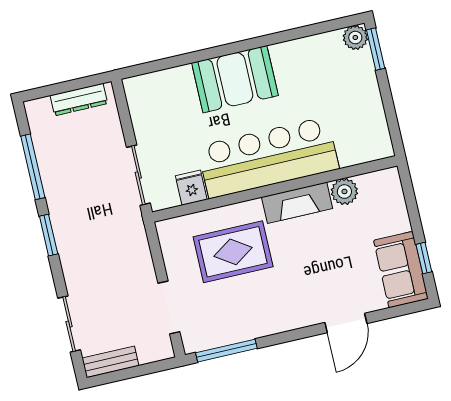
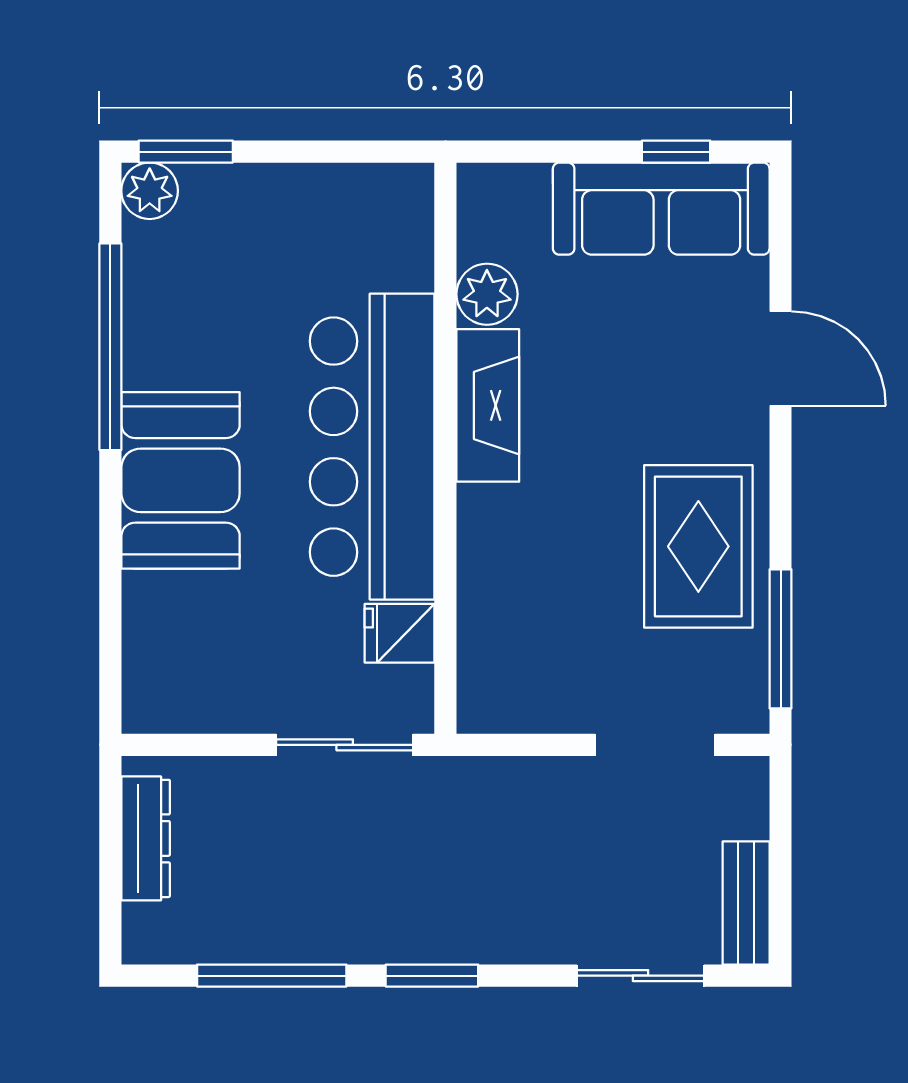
window: (285, 36) -> (110, 347), added
rug: (233, 252) -> (698, 546), moved
sofa: (401, 270) -> (661, 209), width x1.36

